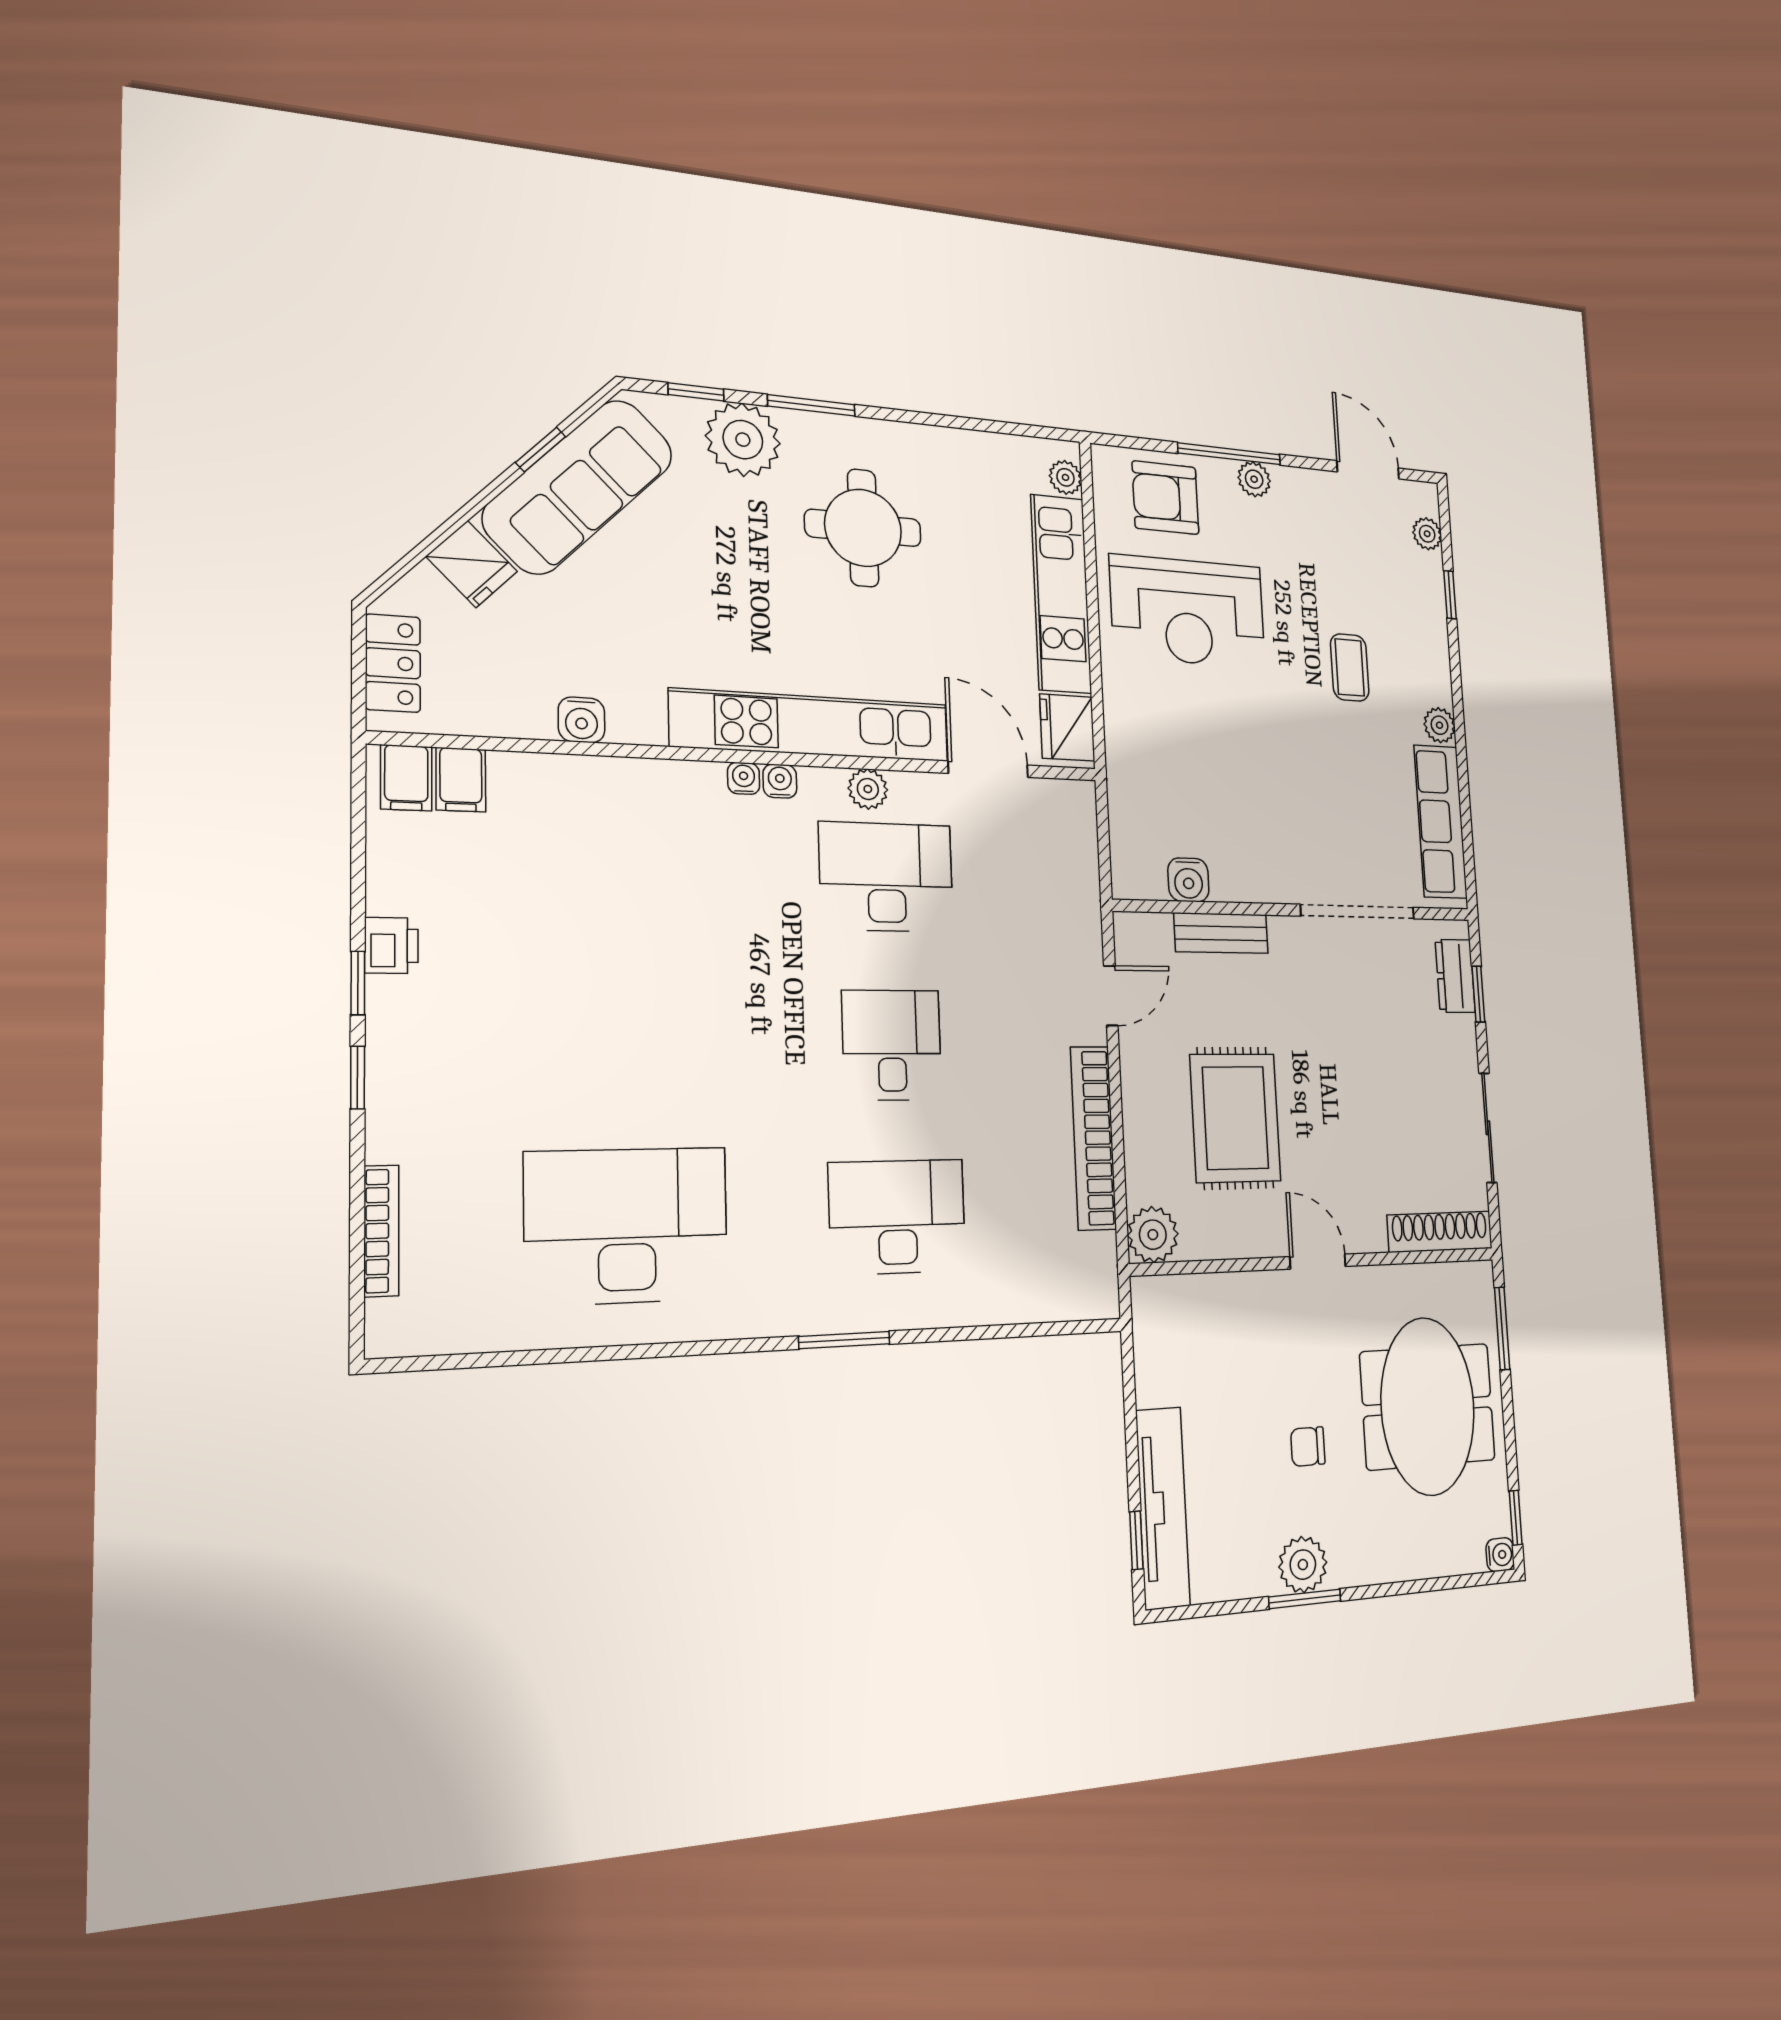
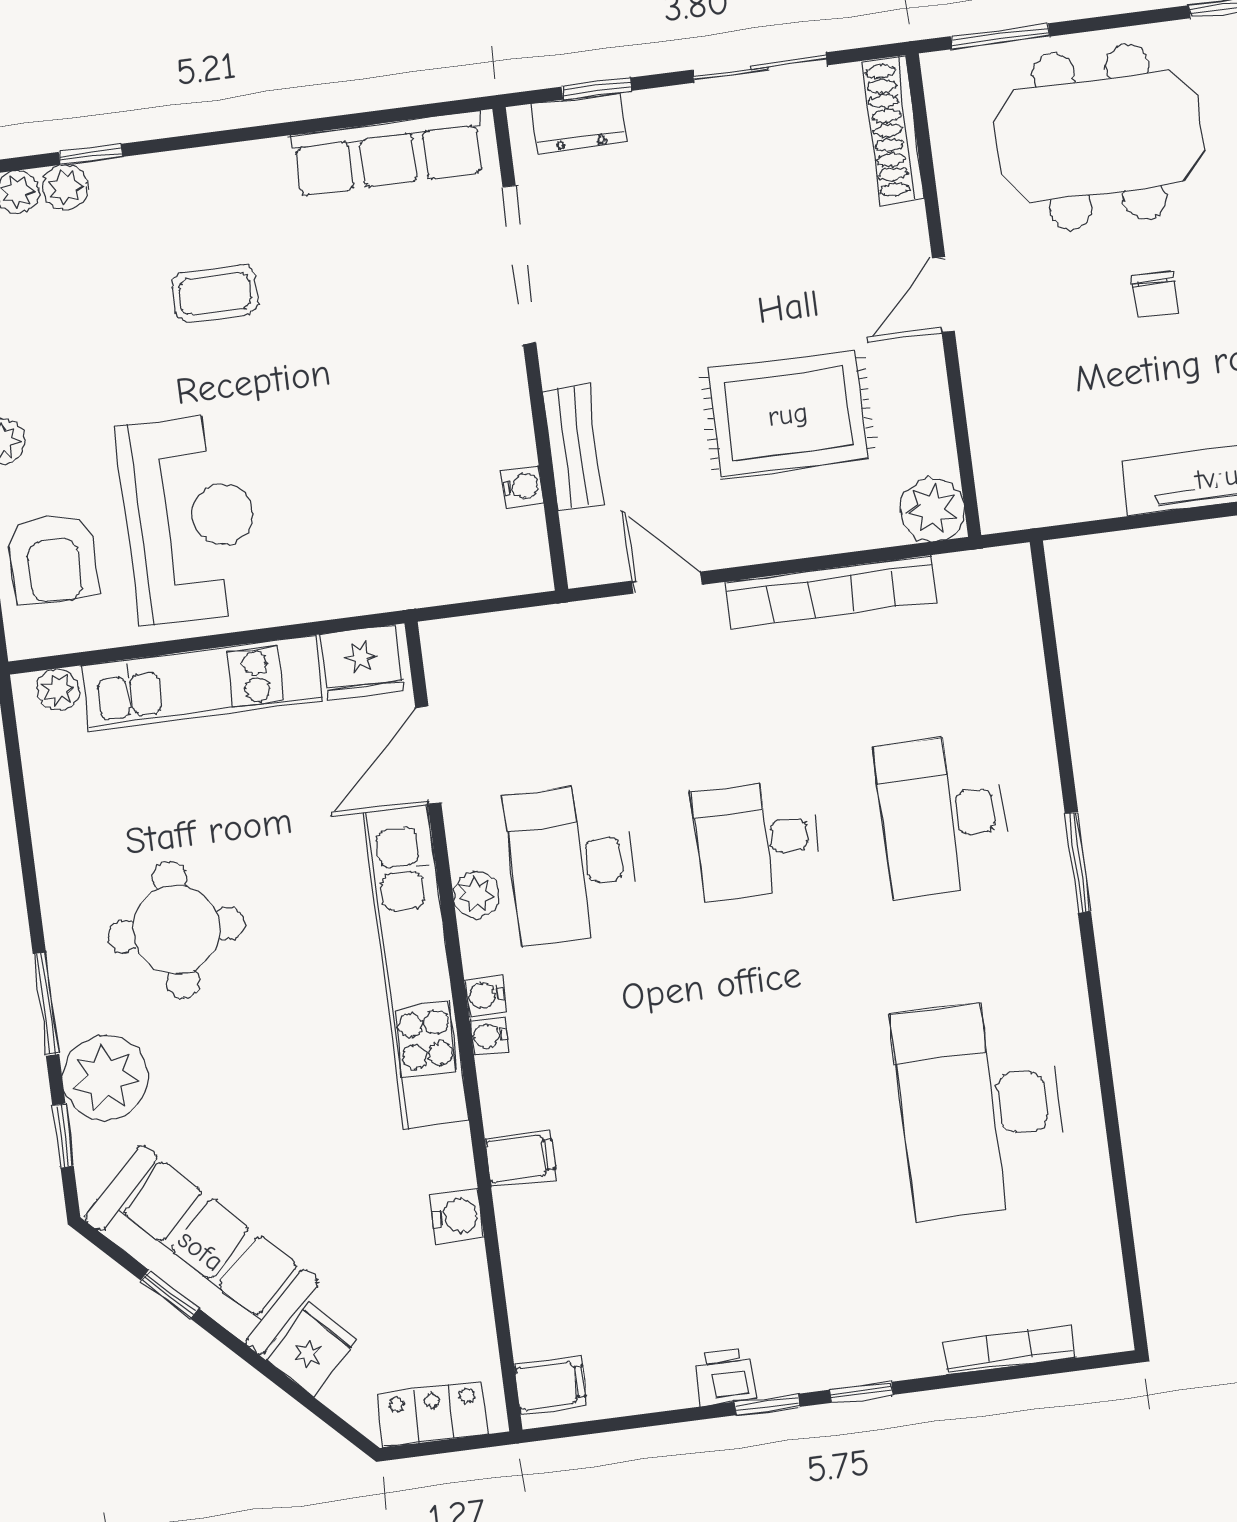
plant: (1439, 725) -> (65, 187), moved
filing cabinet: (461, 780) -> (521, 1158), moved
water cooler: (1188, 880) -> (522, 486), width x0.72, depth x0.72

